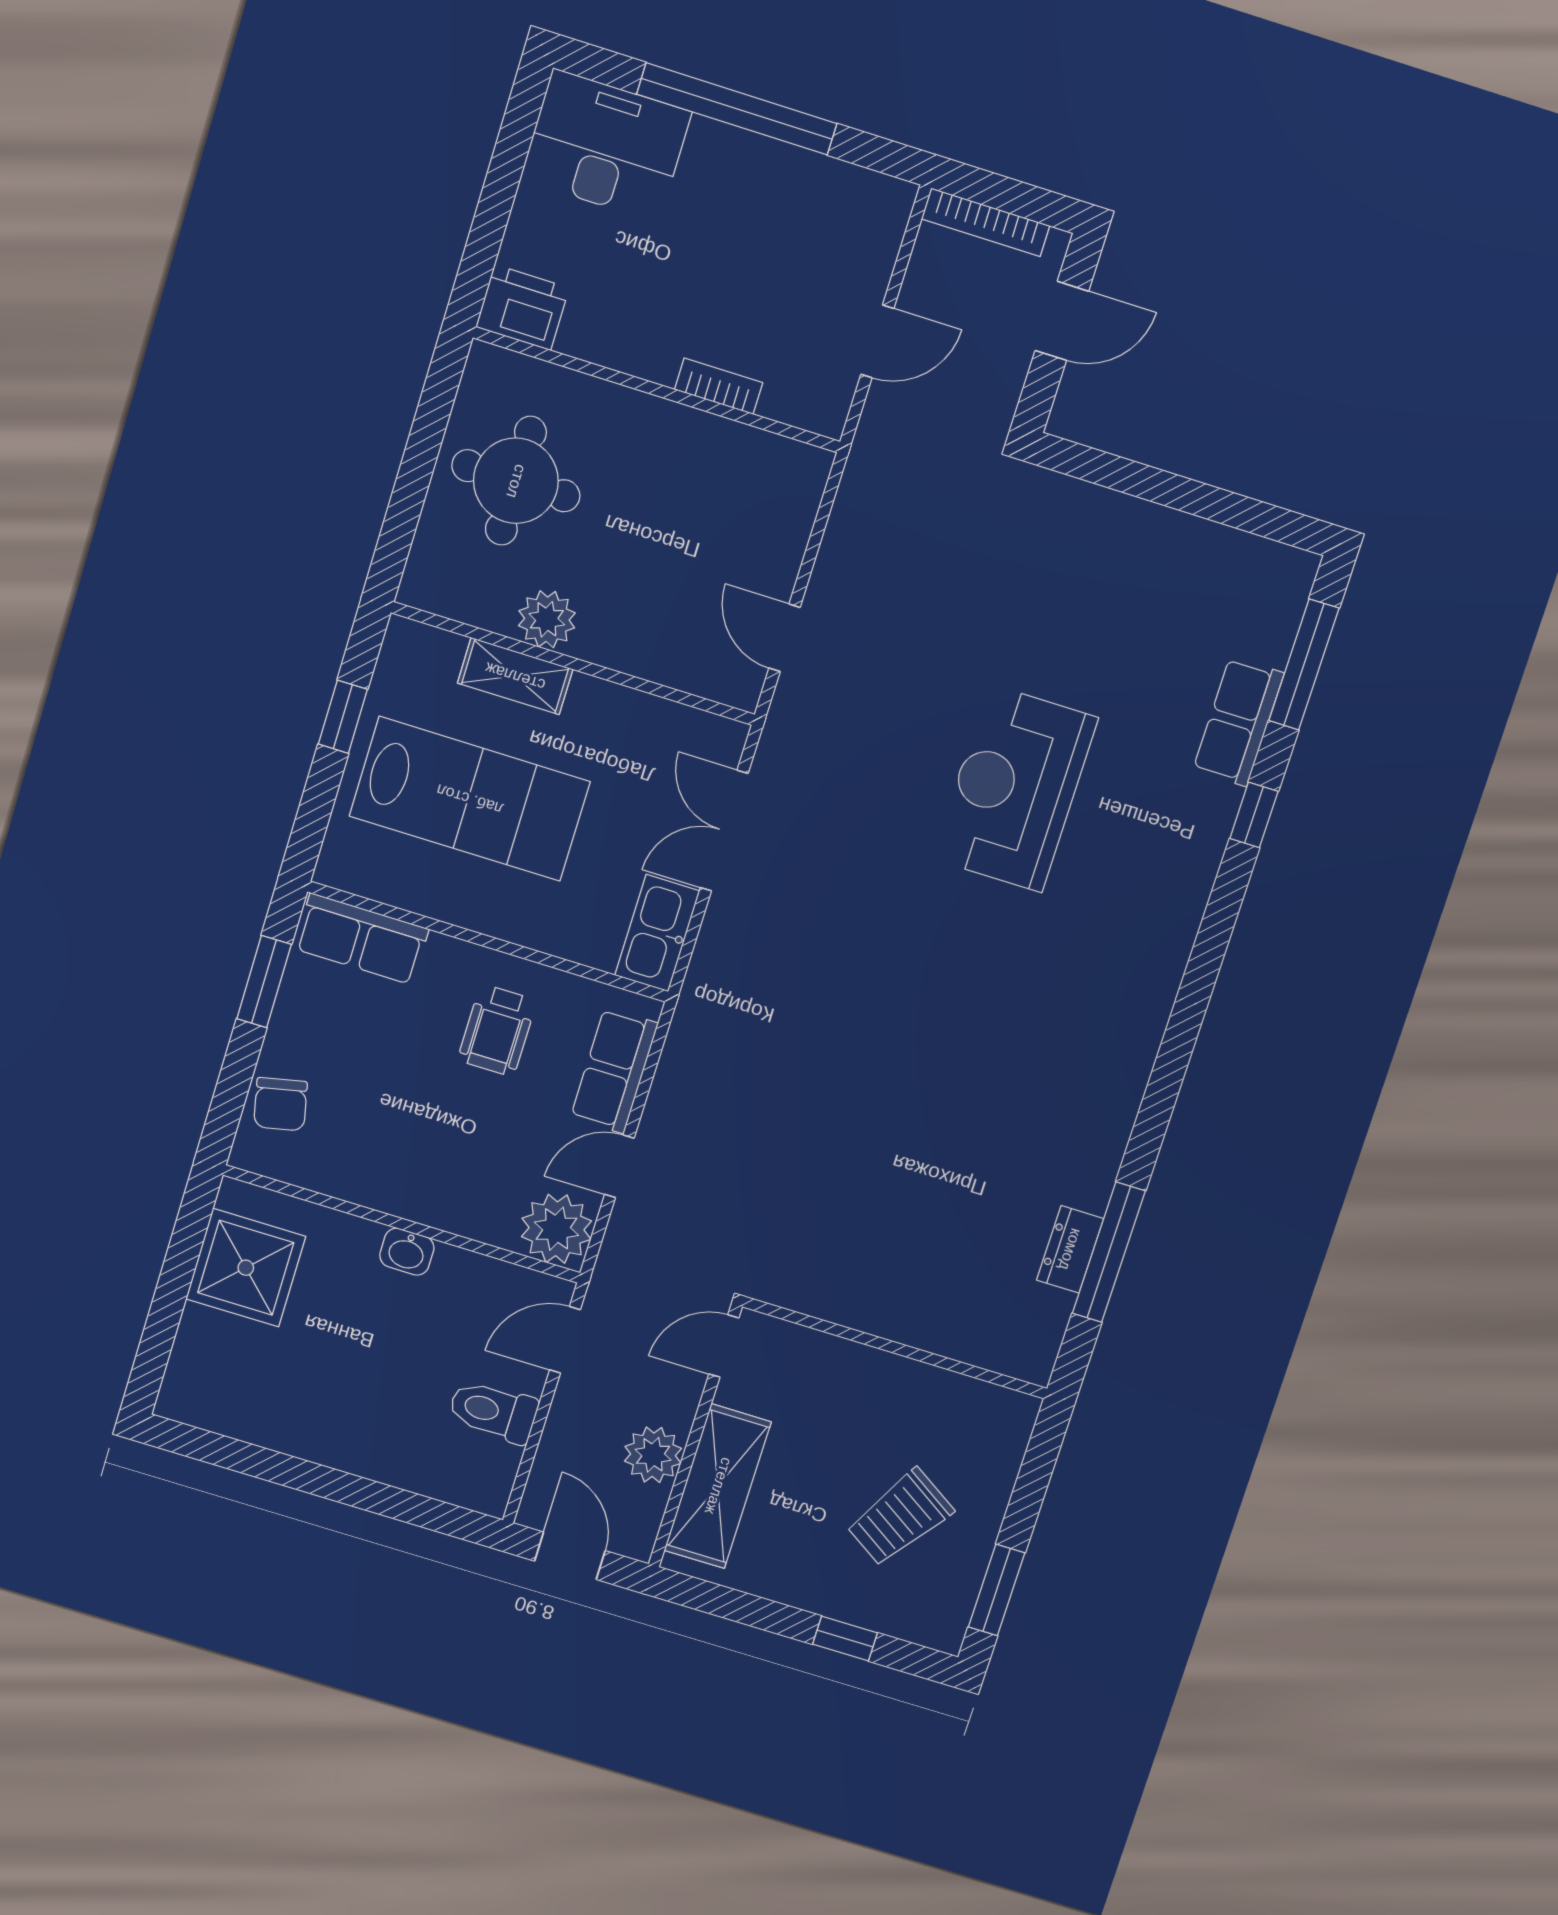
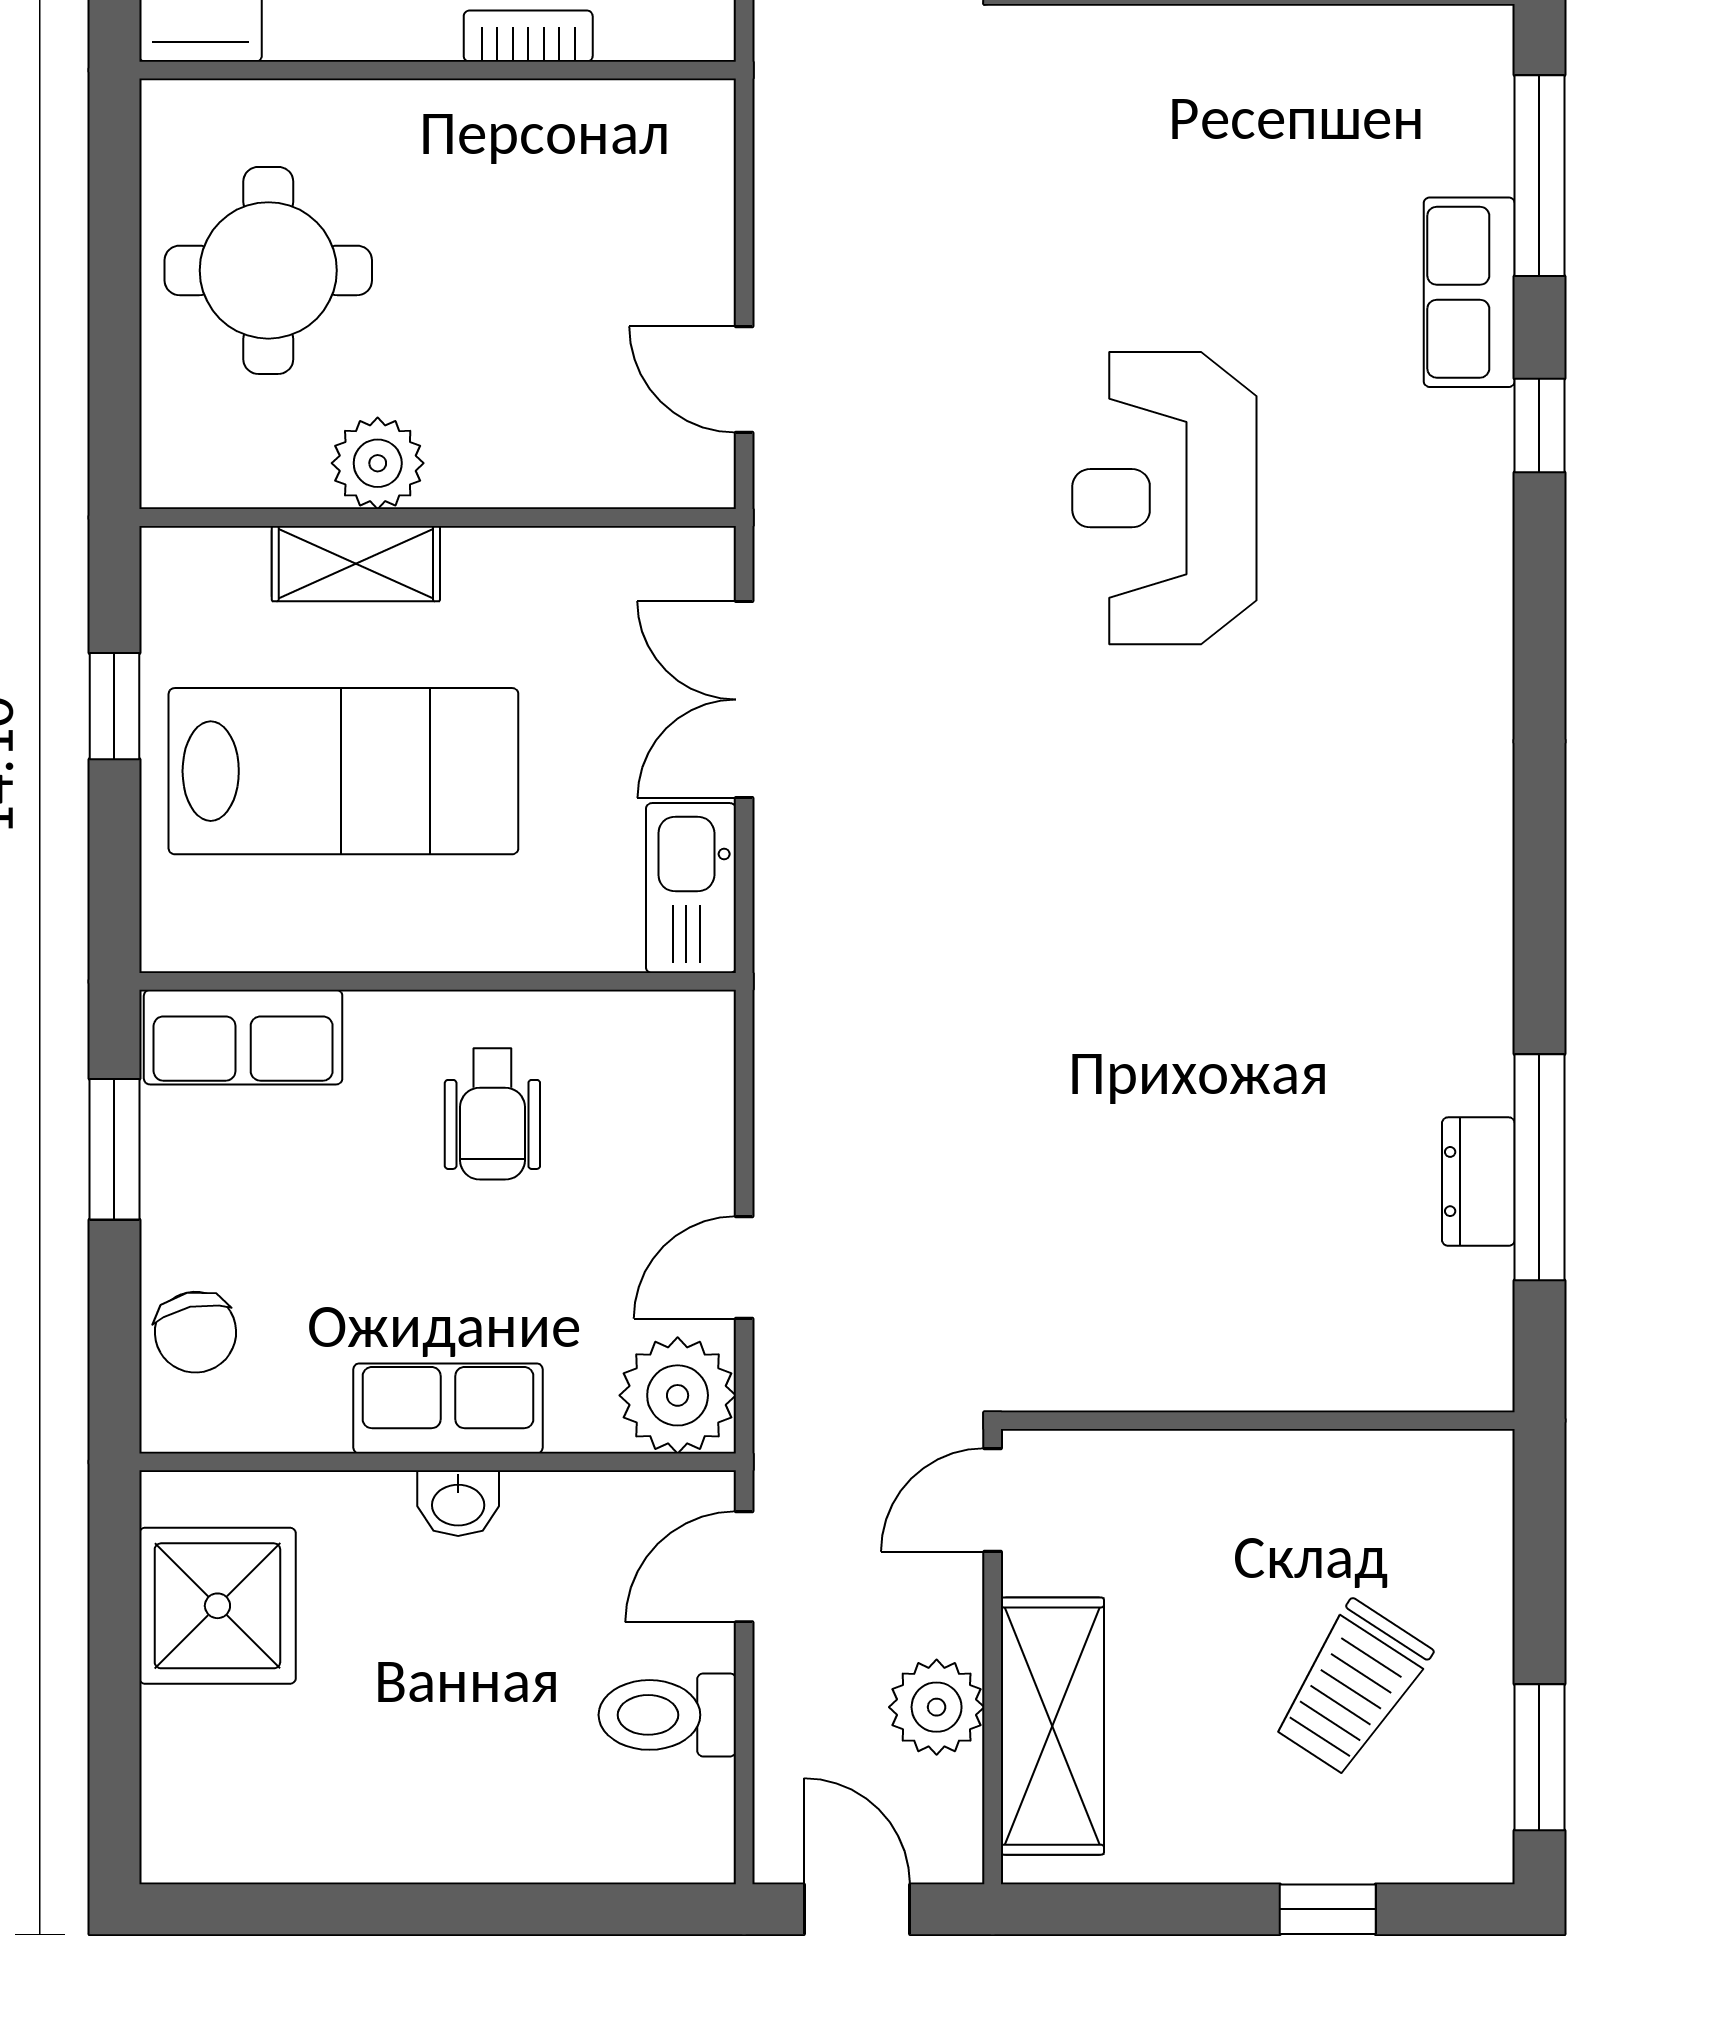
row of seats: (614, 1070) -> (448, 1408), moved, turned 90

